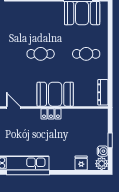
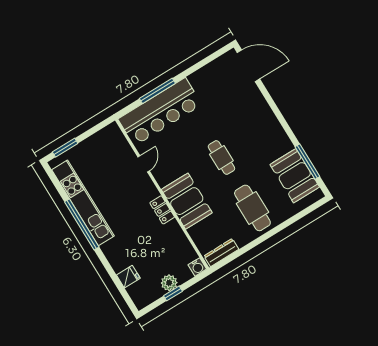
cafe table: (86, 54) -> (252, 208), width x1.37, depth x1.35
water cooler: (103, 151) -> (197, 267), moved
plant: (102, 164) -> (169, 283), moved

